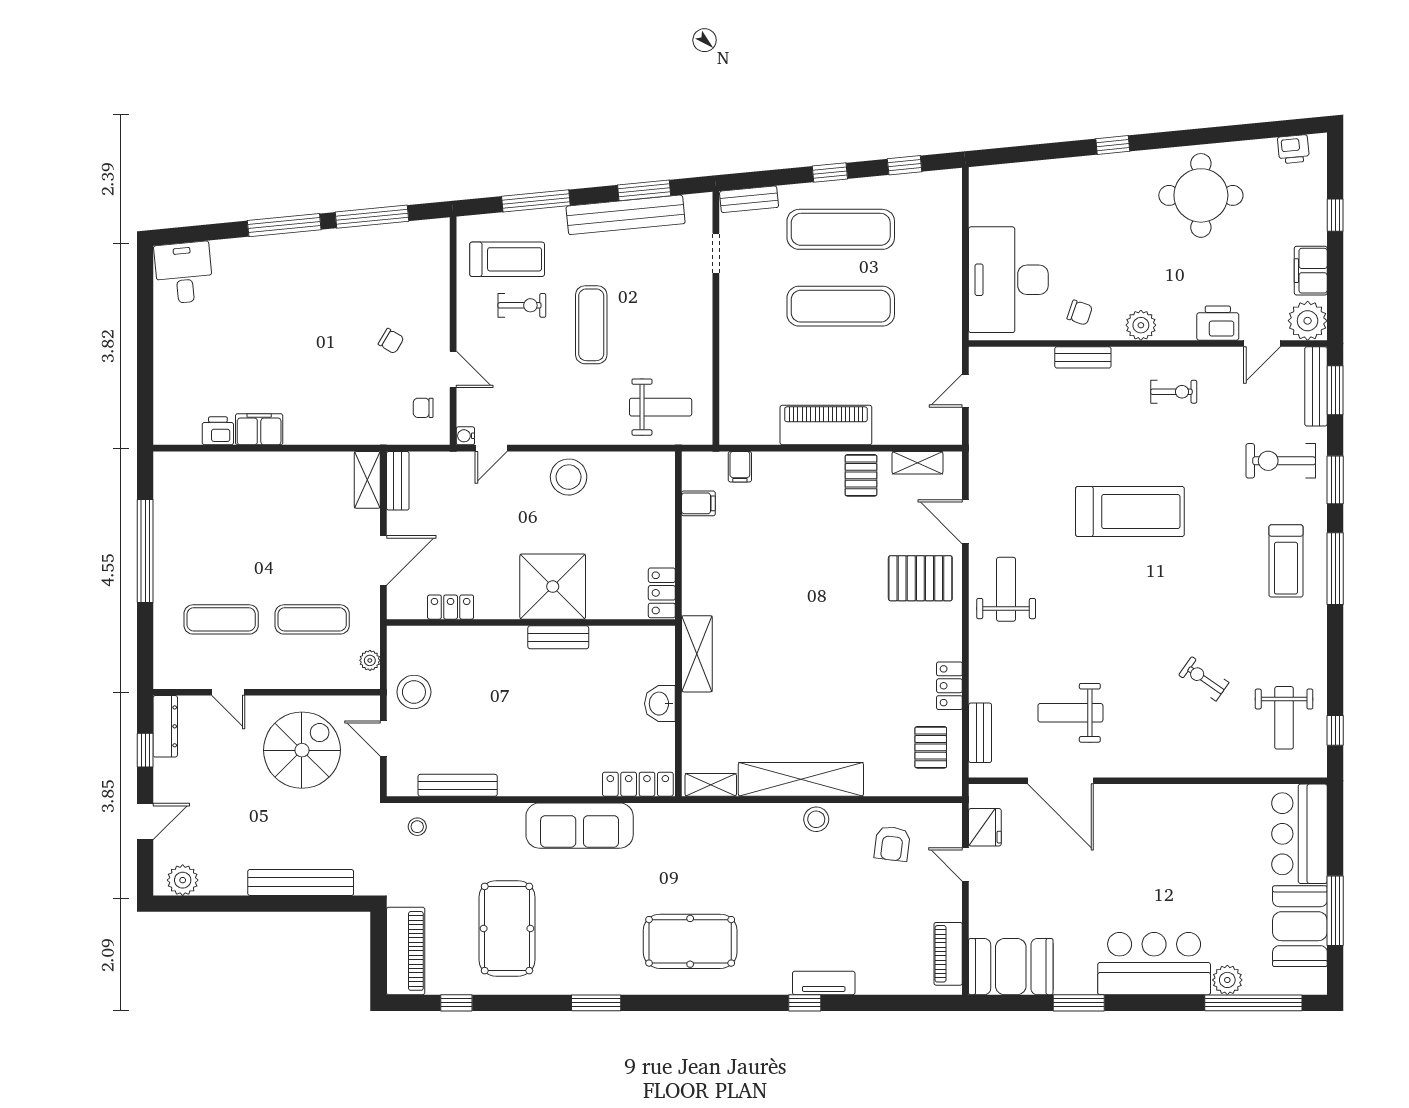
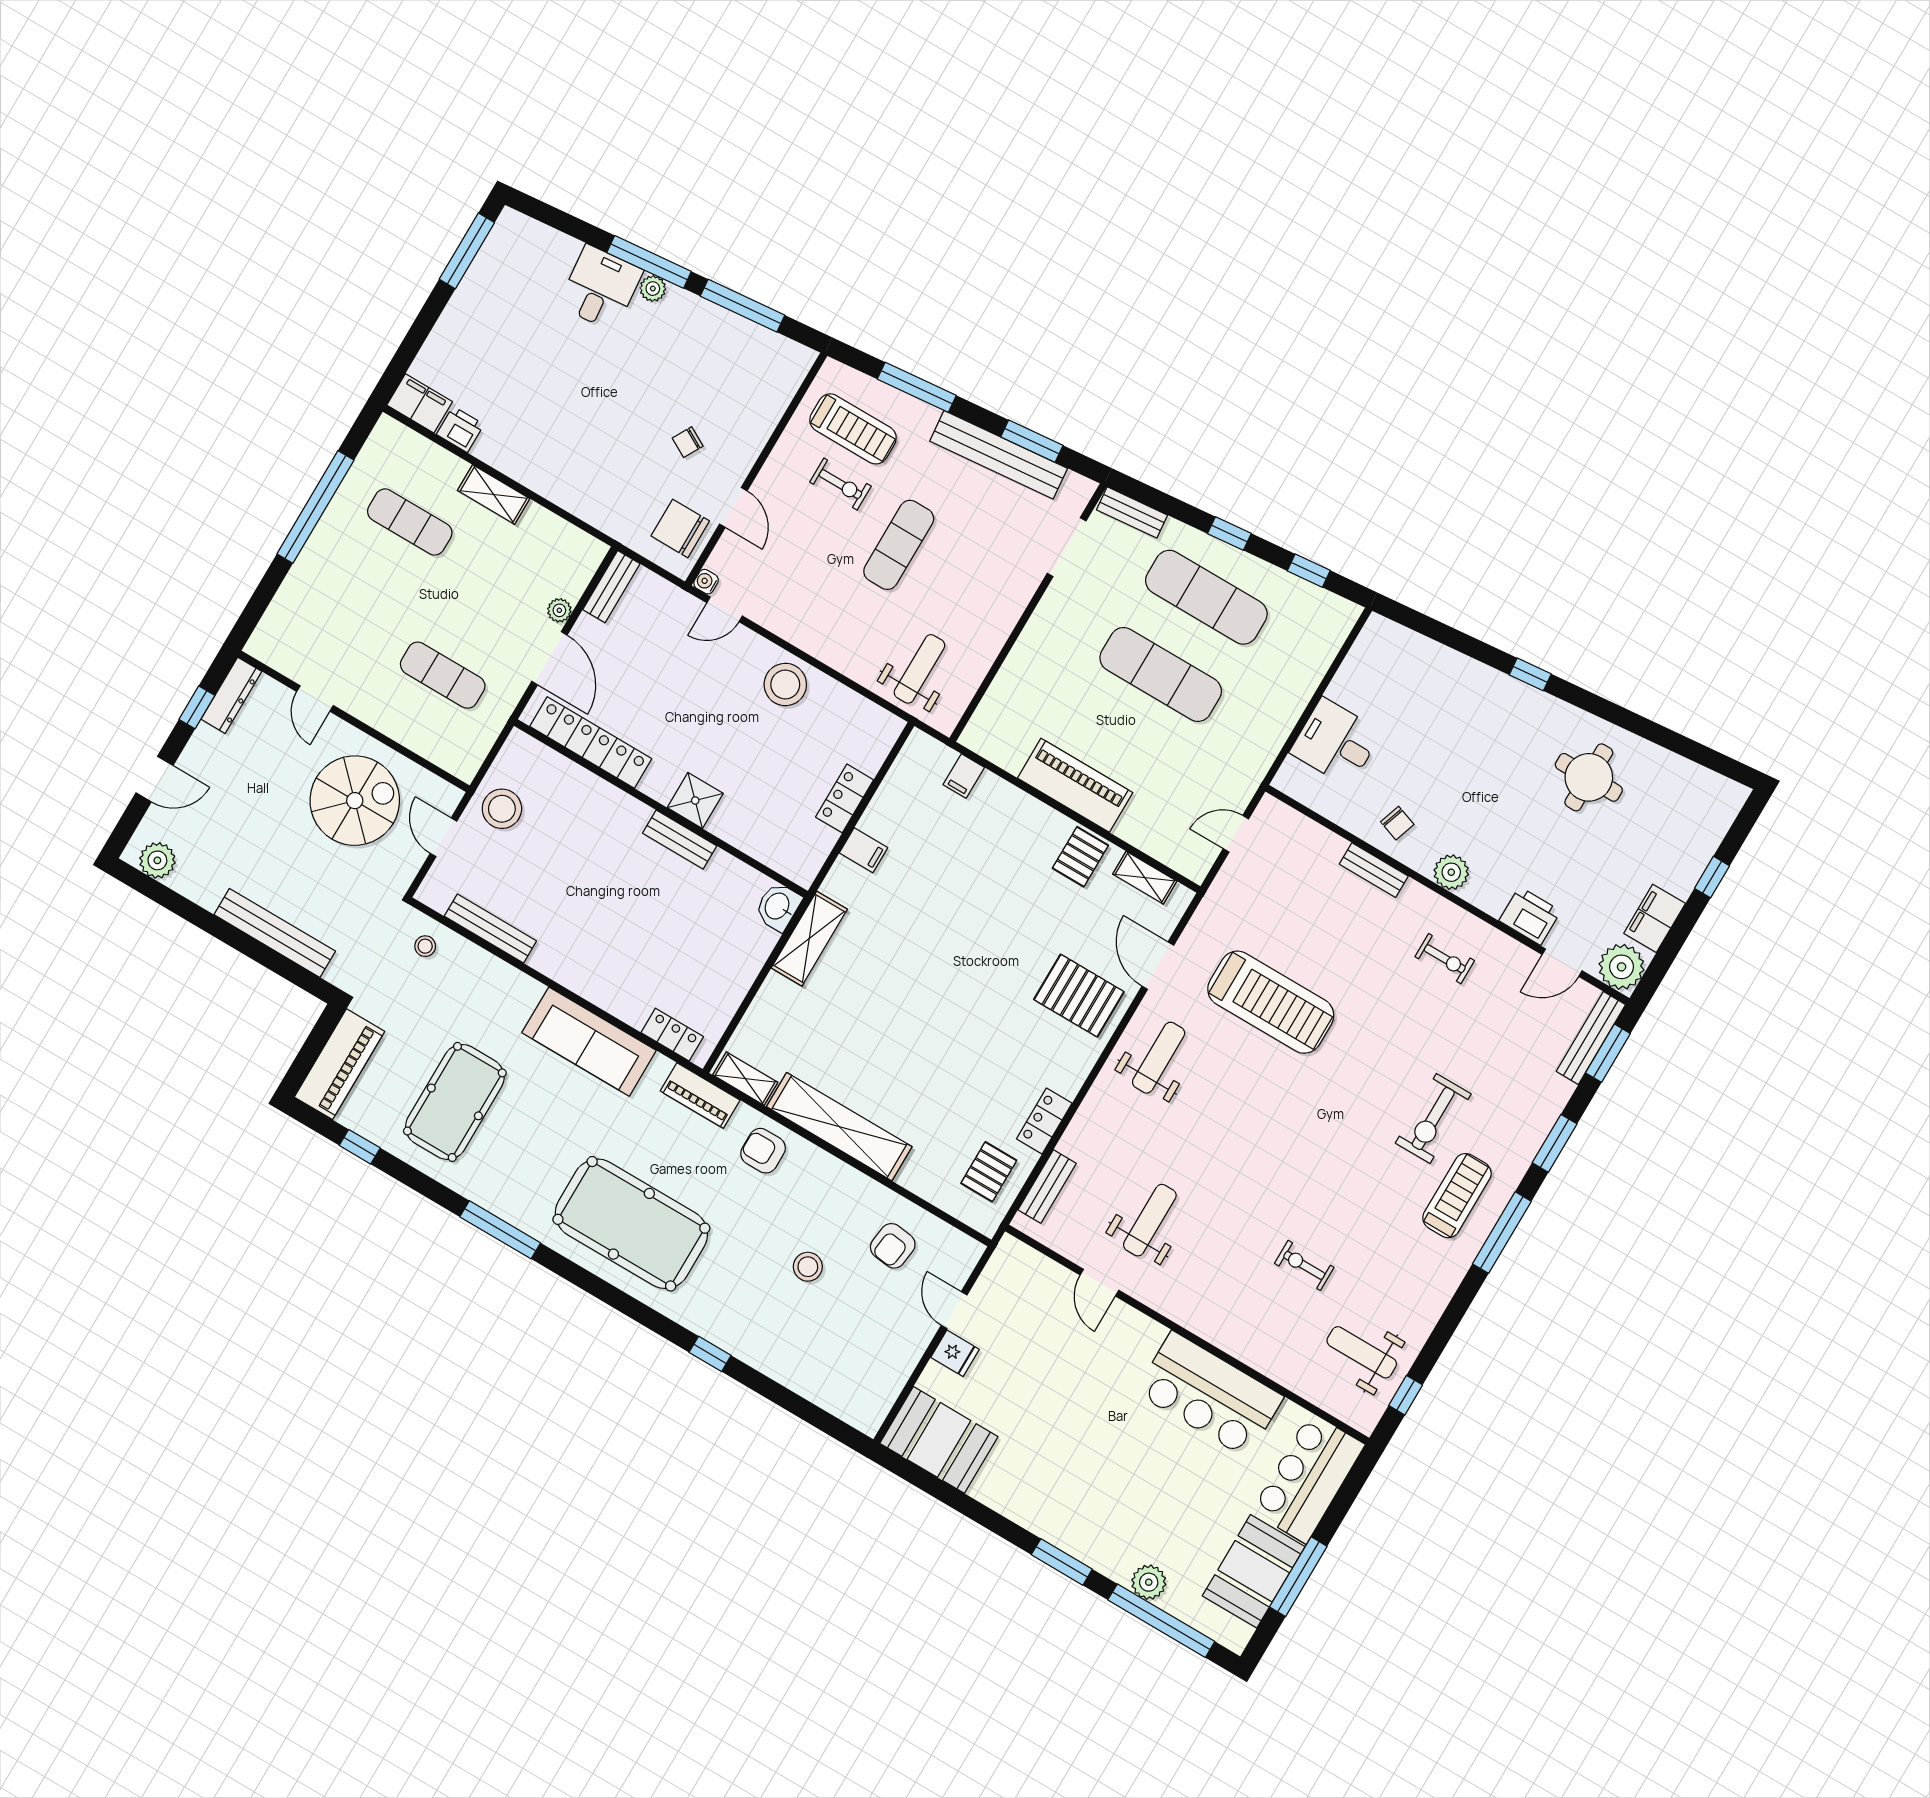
printer: (1293, 149) -> (1709, 786), removed
round table: (1201, 195) -> (1589, 777), width x0.73, depth x0.73
plant: (298, 243) -> (653, 289), added
doorway: (716, 253) -> (1067, 547), width x1.38
desk: (184, 273) -> (600, 288), moved
desk: (1008, 280) -> (1336, 742), width x0.53, depth x0.77
window: (145, 296) -> (467, 251), added
chair: (391, 341) -> (688, 442), turned 88
weight bench: (661, 407) -> (919, 669), turned -90
chair: (423, 408) -> (680, 528), width x1.87, depth x1.87
filing cabinet: (259, 429) -> (420, 403), moved
exercise bike: (1281, 461) -> (1433, 1118), moved, turned -90
shelving: (367, 480) -> (494, 495), moved, turned 90
filing cabinet: (698, 503) -> (864, 850), moved
treadmill: (1130, 511) -> (1271, 1002), moved
door: (383, 560) -> (549, 658), hinge flipped
treadmill: (1286, 561) -> (1457, 1196), turned 180
shower: (553, 587) -> (695, 800), width x0.54, depth x0.54
locker: (662, 593) -> (845, 798), moved
locker: (451, 607) -> (591, 743), width x2.16, depth x1.21
exercise mat: (221, 619) -> (410, 522), moved
plant: (370, 660) -> (559, 610), moved
exercise bike: (1204, 679) -> (1304, 1265), turned -35
washbasin: (660, 704) -> (778, 907), moved
weight bench: (1070, 713) -> (1150, 1220), turned 90
weight bench: (1284, 718) -> (1362, 1352), turned 90
door: (1061, 781) -> (1099, 1283), width x0.53
locker: (638, 784) -> (672, 1035), width x0.66
stool: (816, 819) -> (808, 1267), moved
fridge: (985, 827) -> (955, 1353), moved, width x0.72
armchair: (755, 830) -> (763, 1151), added
pool table: (690, 941) -> (631, 1224), width x1.36, depth x1.32
piano: (948, 954) -> (700, 1095), moved, turned -90
bar counter: (1154, 964) -> (1210, 1394), moved, turned 180
tv unit: (824, 983) -> (741, 1345), removed
window: (596, 1003) -> (500, 1230), width x1.44
window: (1079, 1003) -> (1062, 1562), moved

